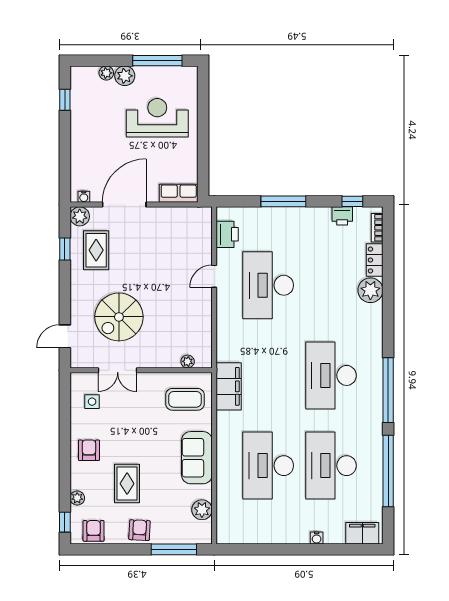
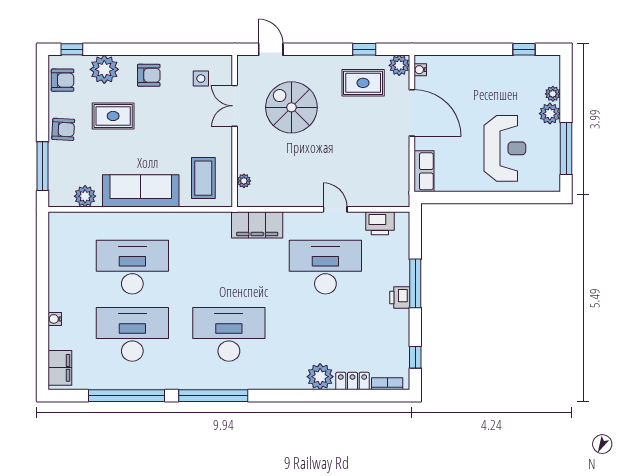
printer: (342, 216) -> (400, 298), moved
filing cabinet: (229, 386) -> (257, 225), moved
sofa: (197, 458) -> (141, 191), width x1.36
plant: (77, 498) -> (104, 69), width x1.87, depth x1.87

